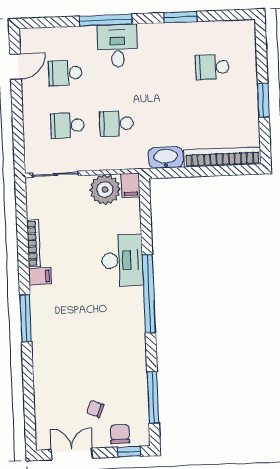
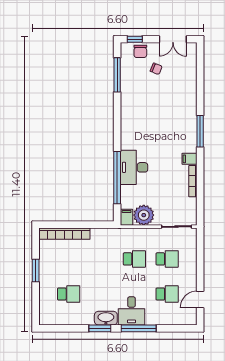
window: (180, 17) -> (100, 328), moved
washbasin: (166, 158) -> (106, 318), moved, turned 180
window: (149, 294) -> (117, 178), moved

